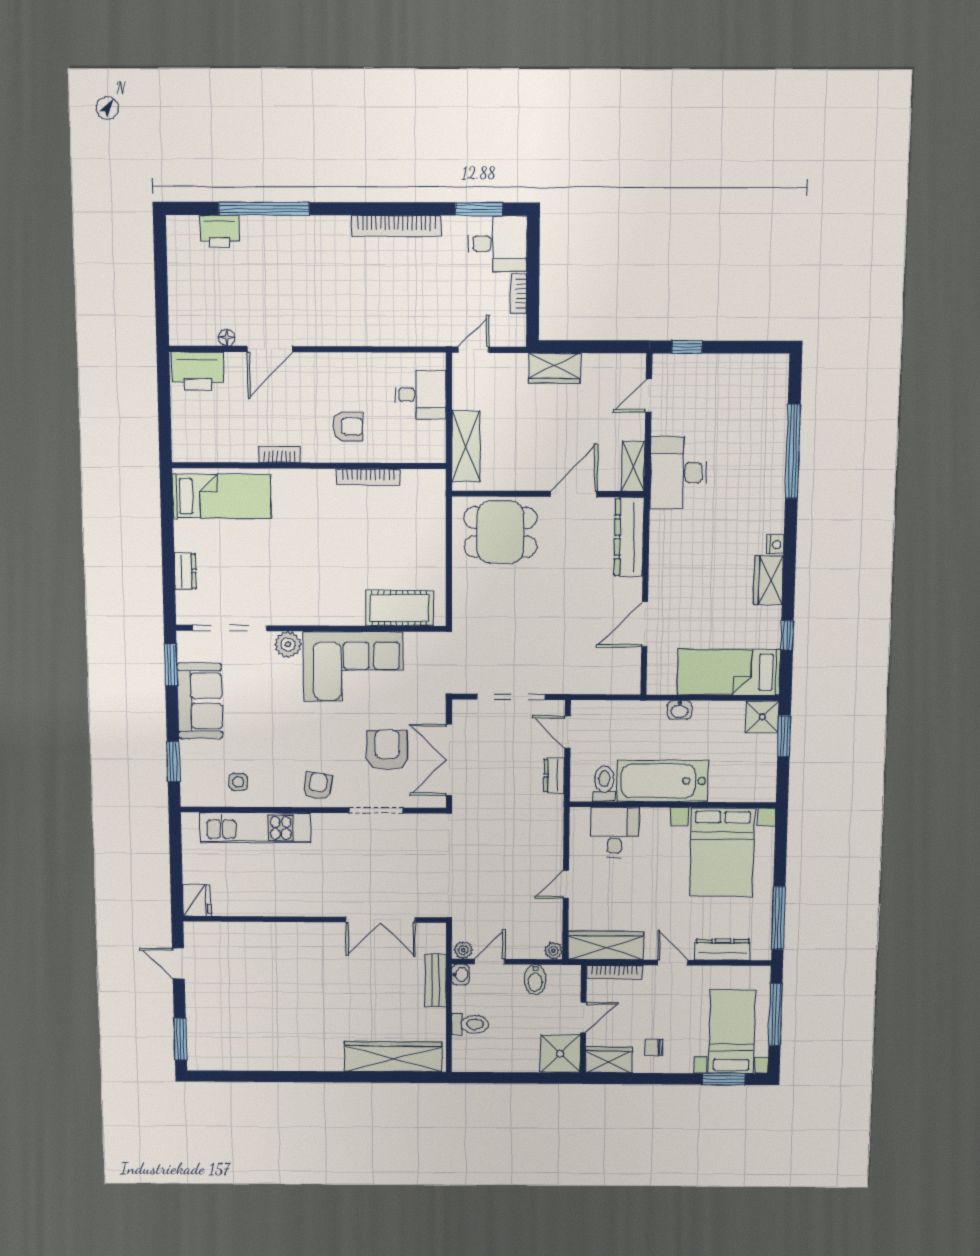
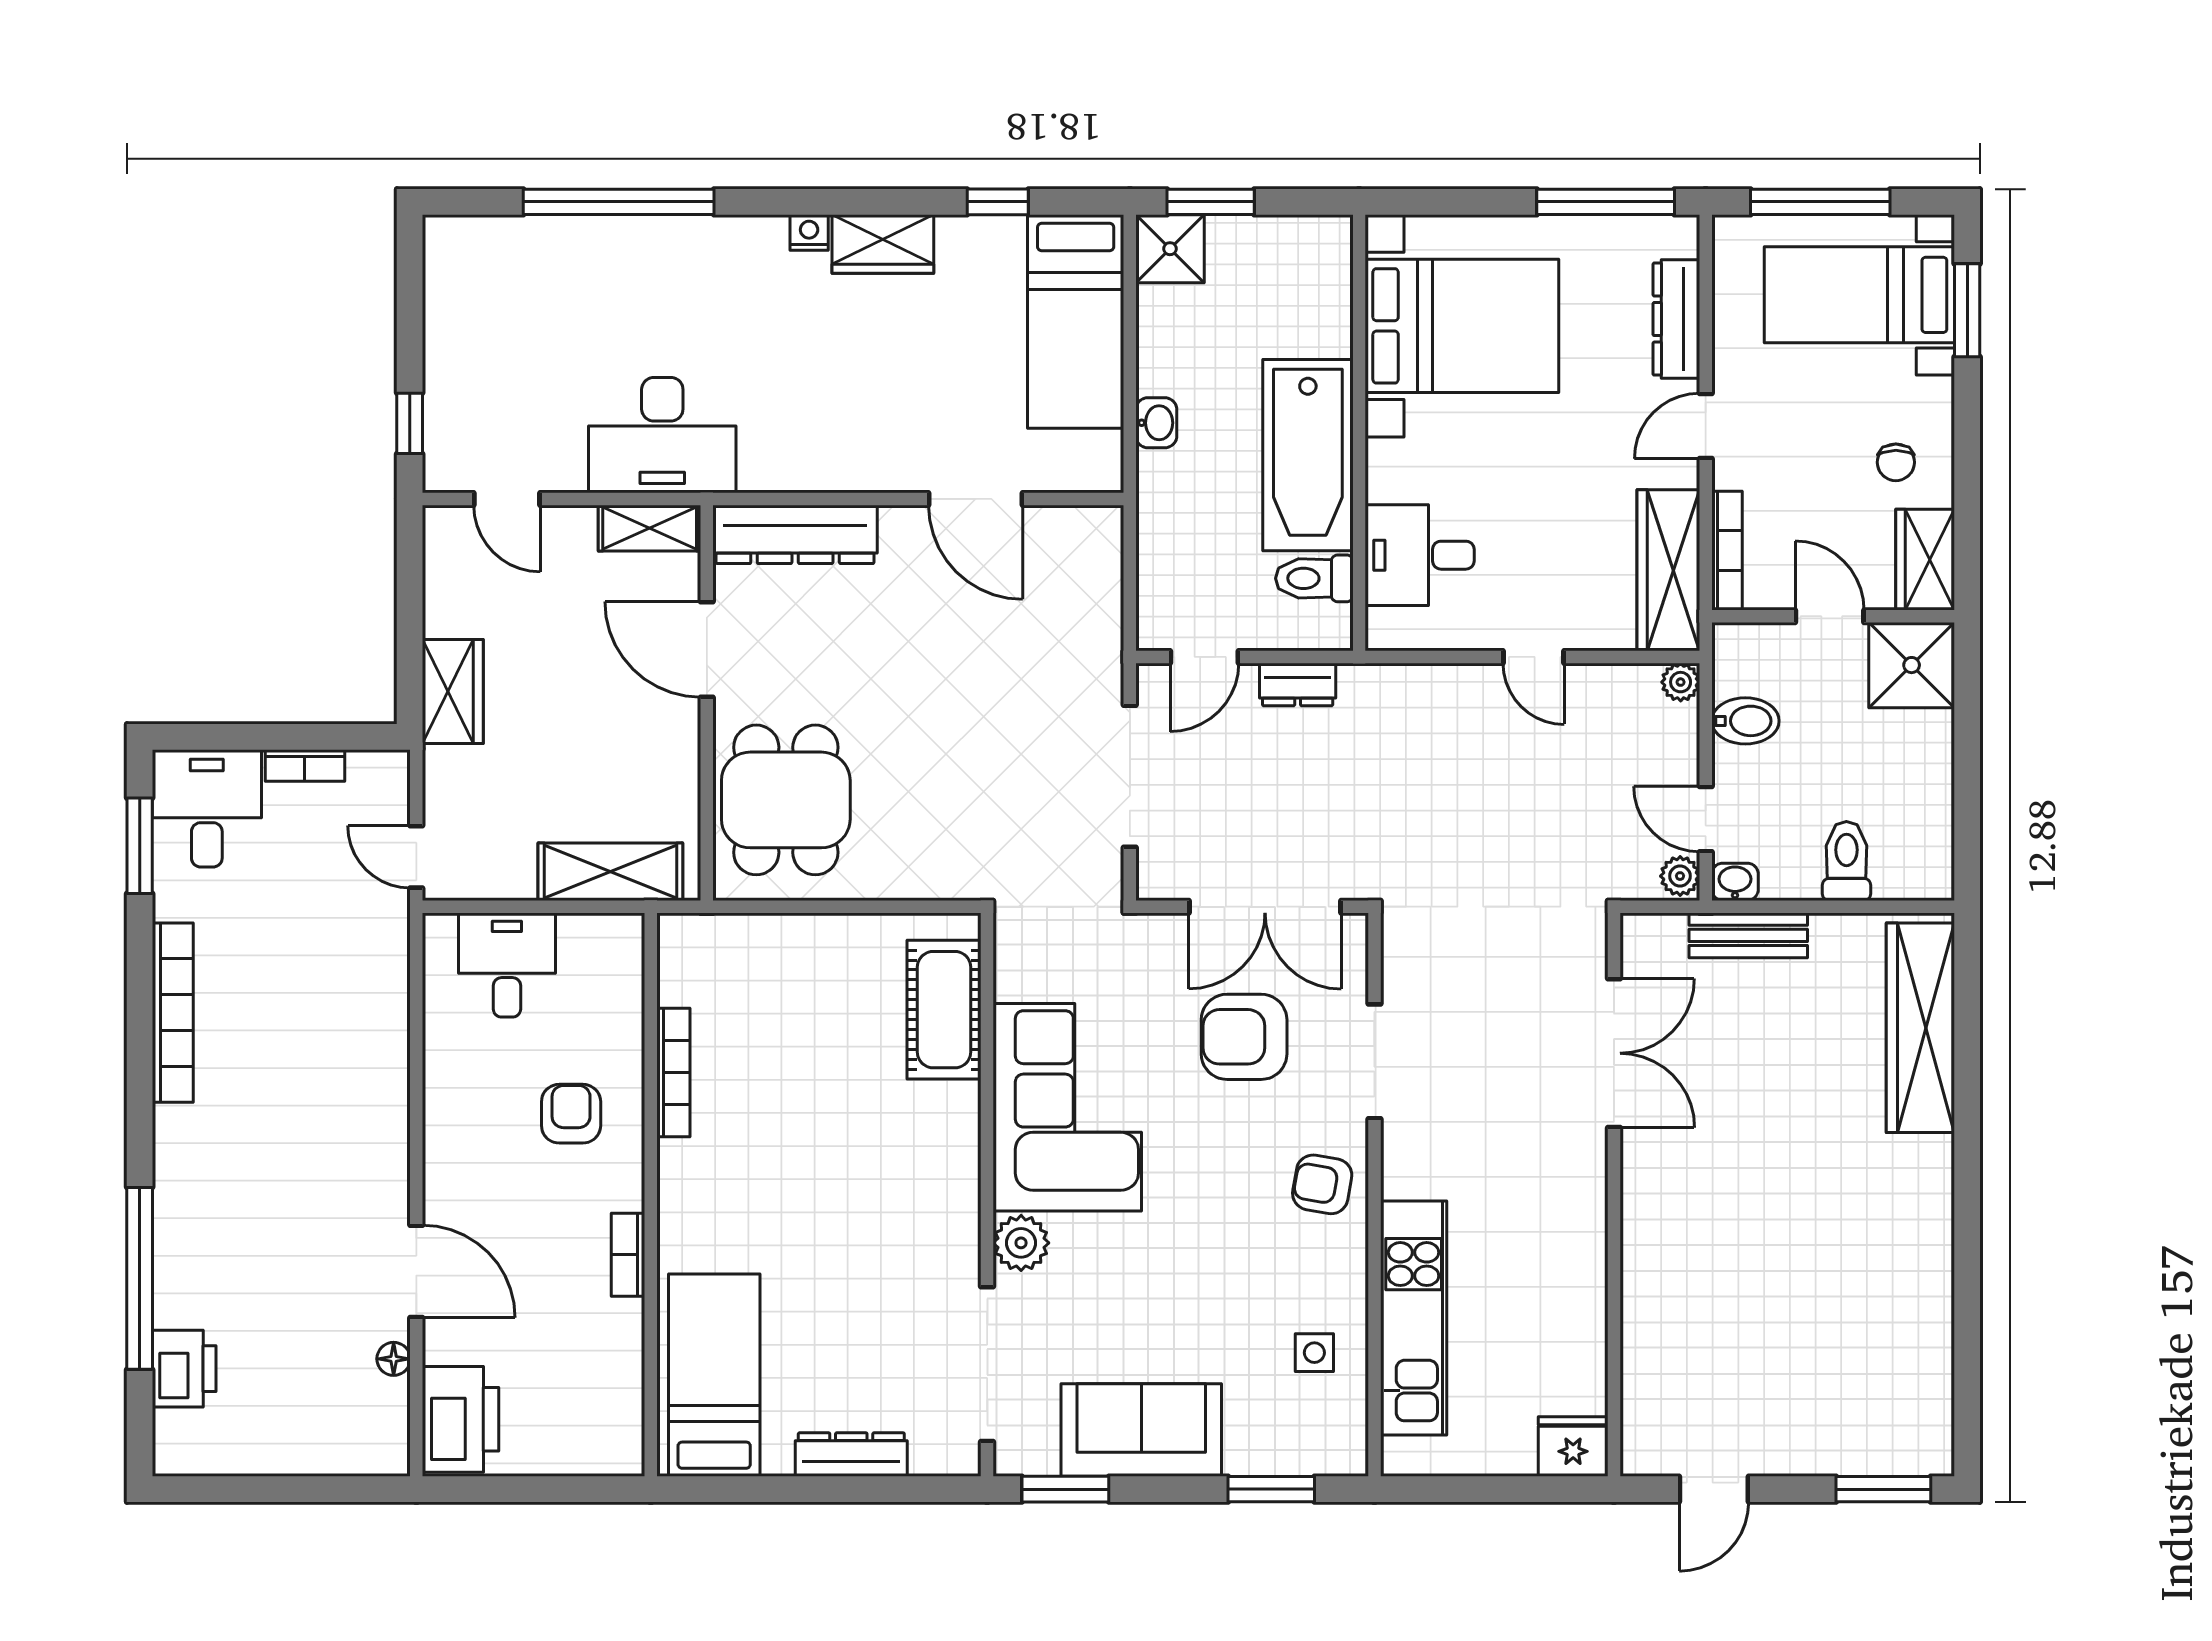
dresser: (185, 571) -> (851, 1455), width x1.44

